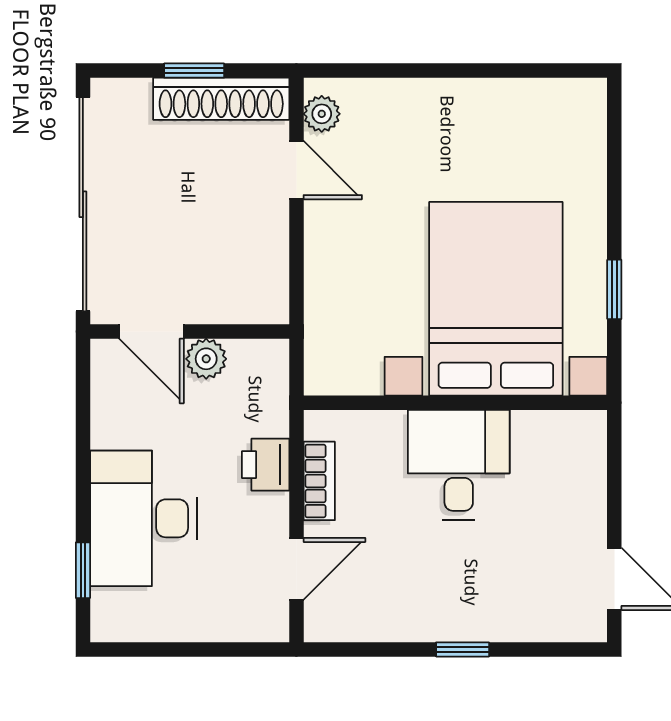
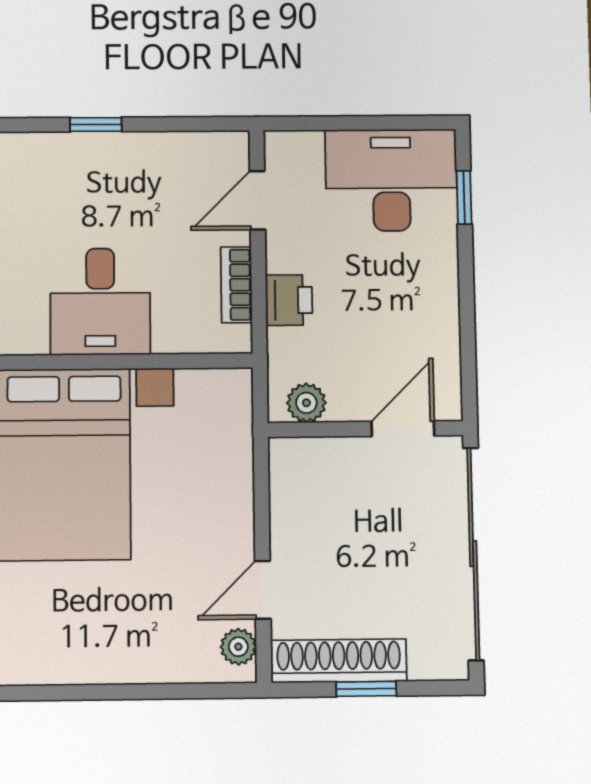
door: (296, 170) -> (263, 590), hinge flipped
door: (151, 332) -> (403, 429), hinge flipped
plant: (206, 359) -> (306, 403), moved
desk: (143, 518) -> (391, 180), moved, turned -90

